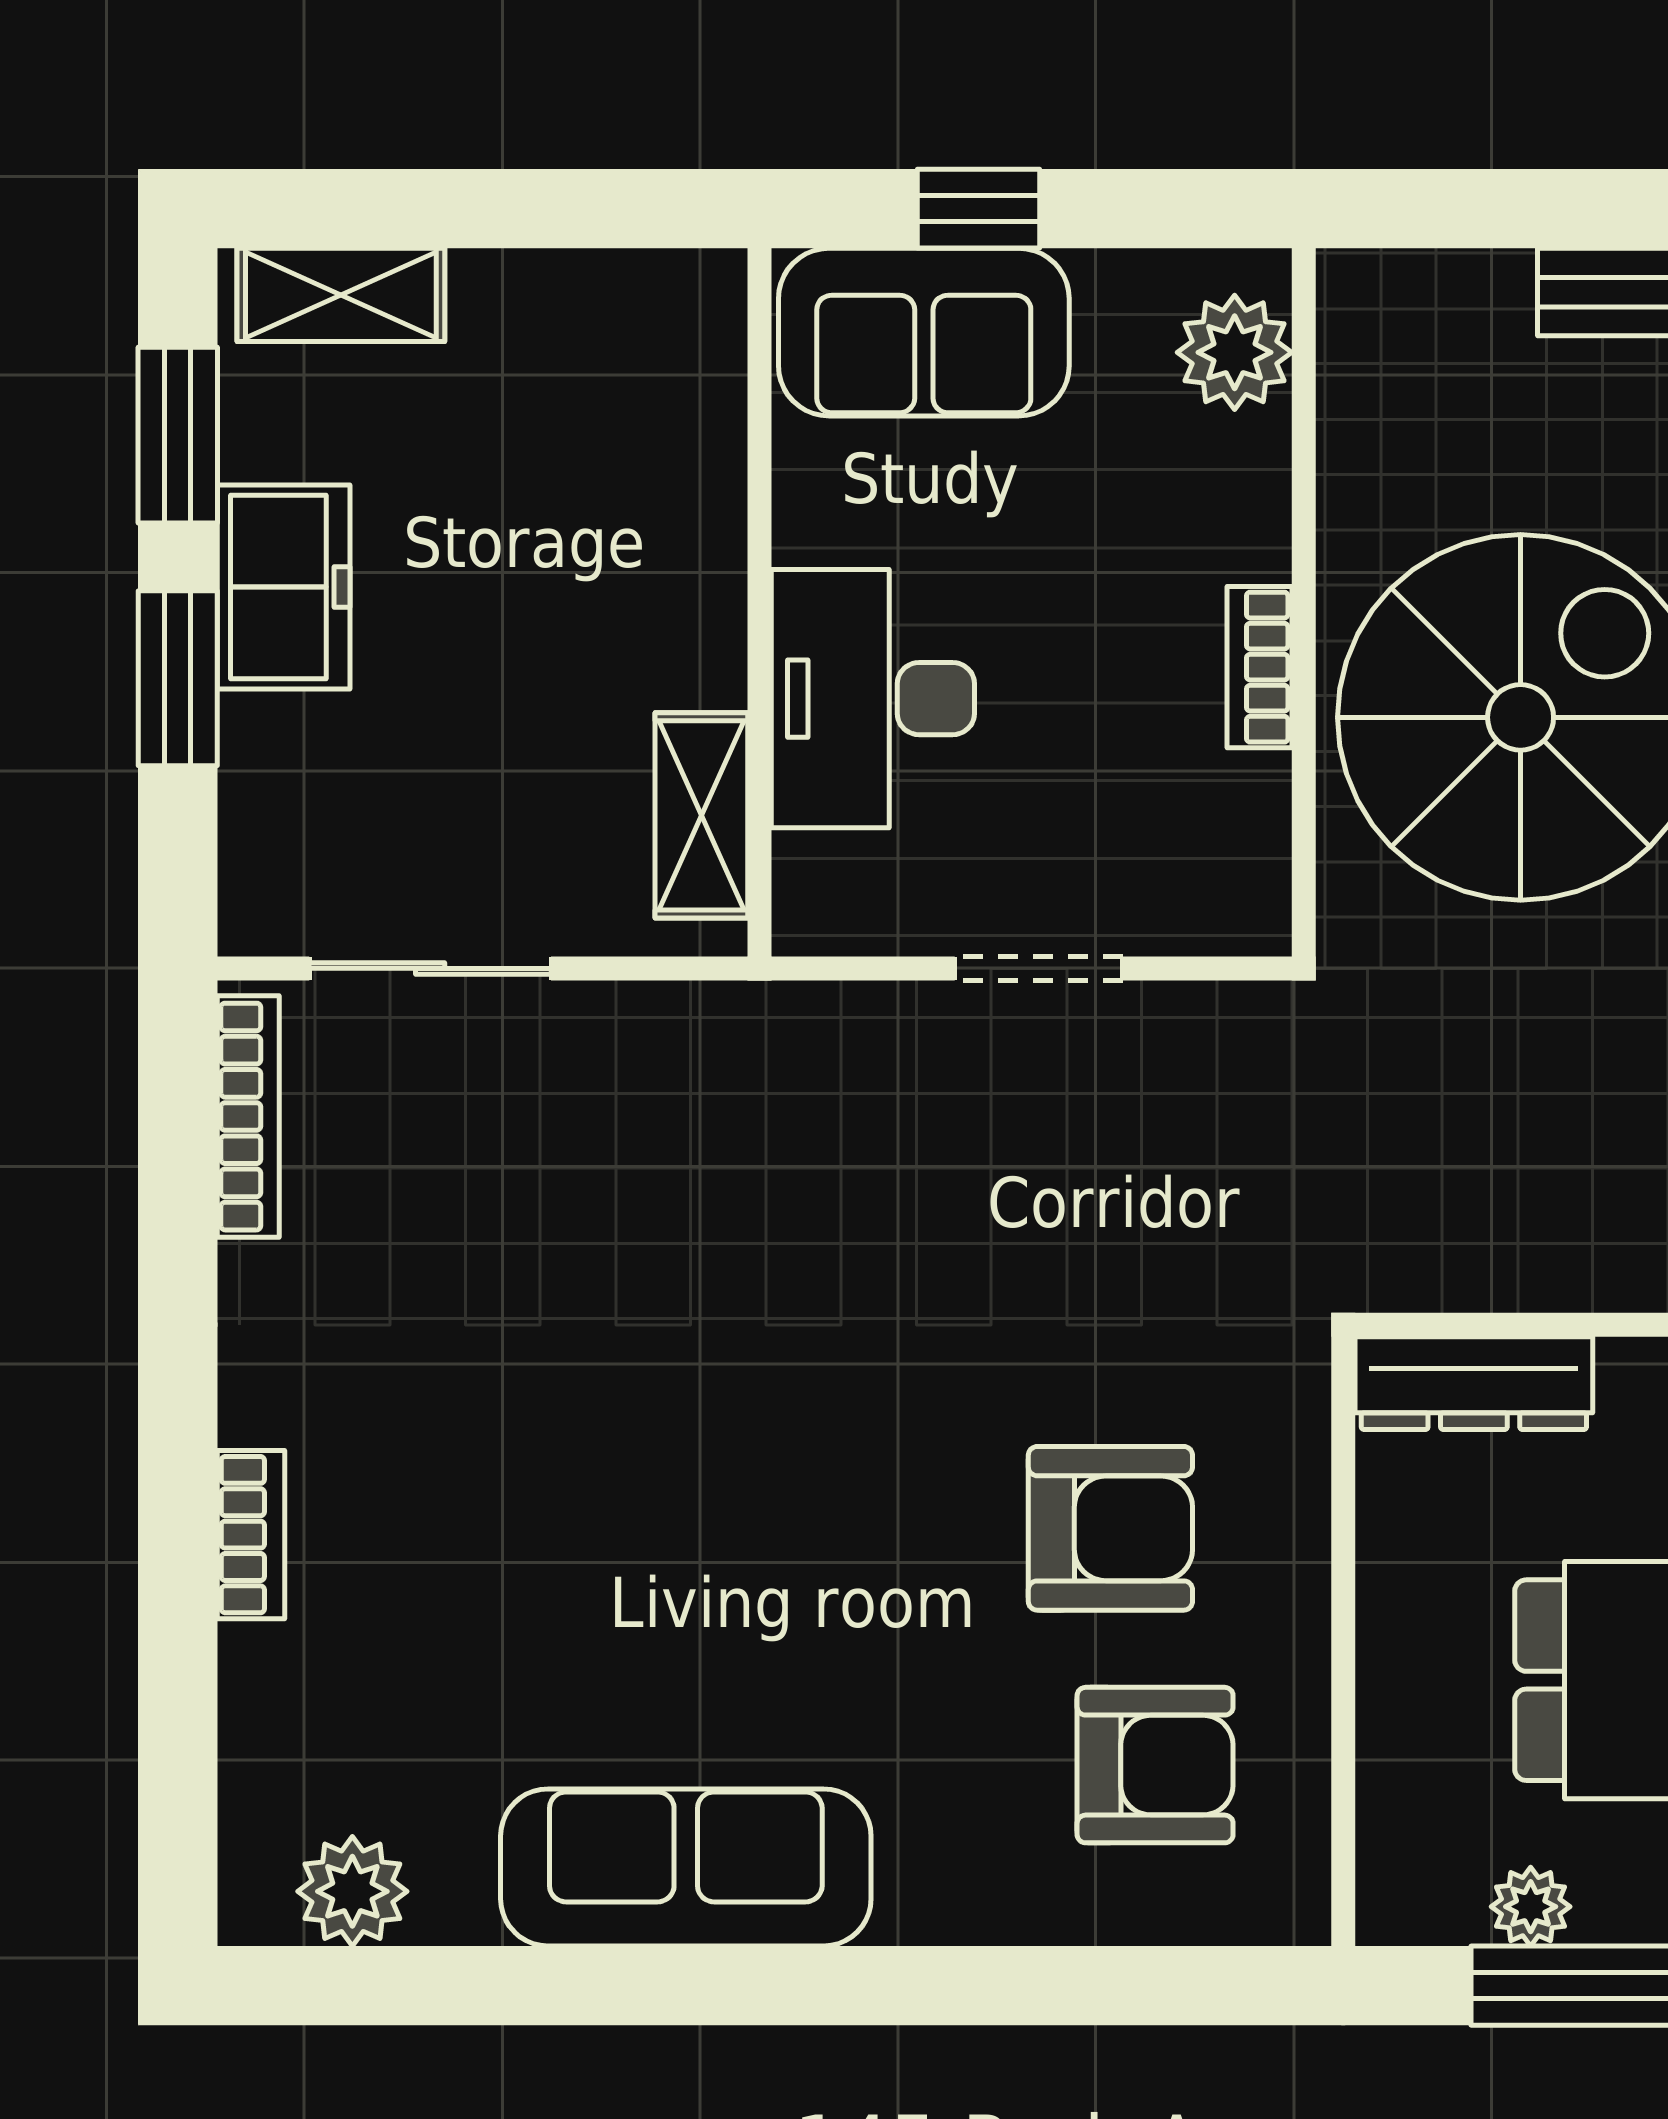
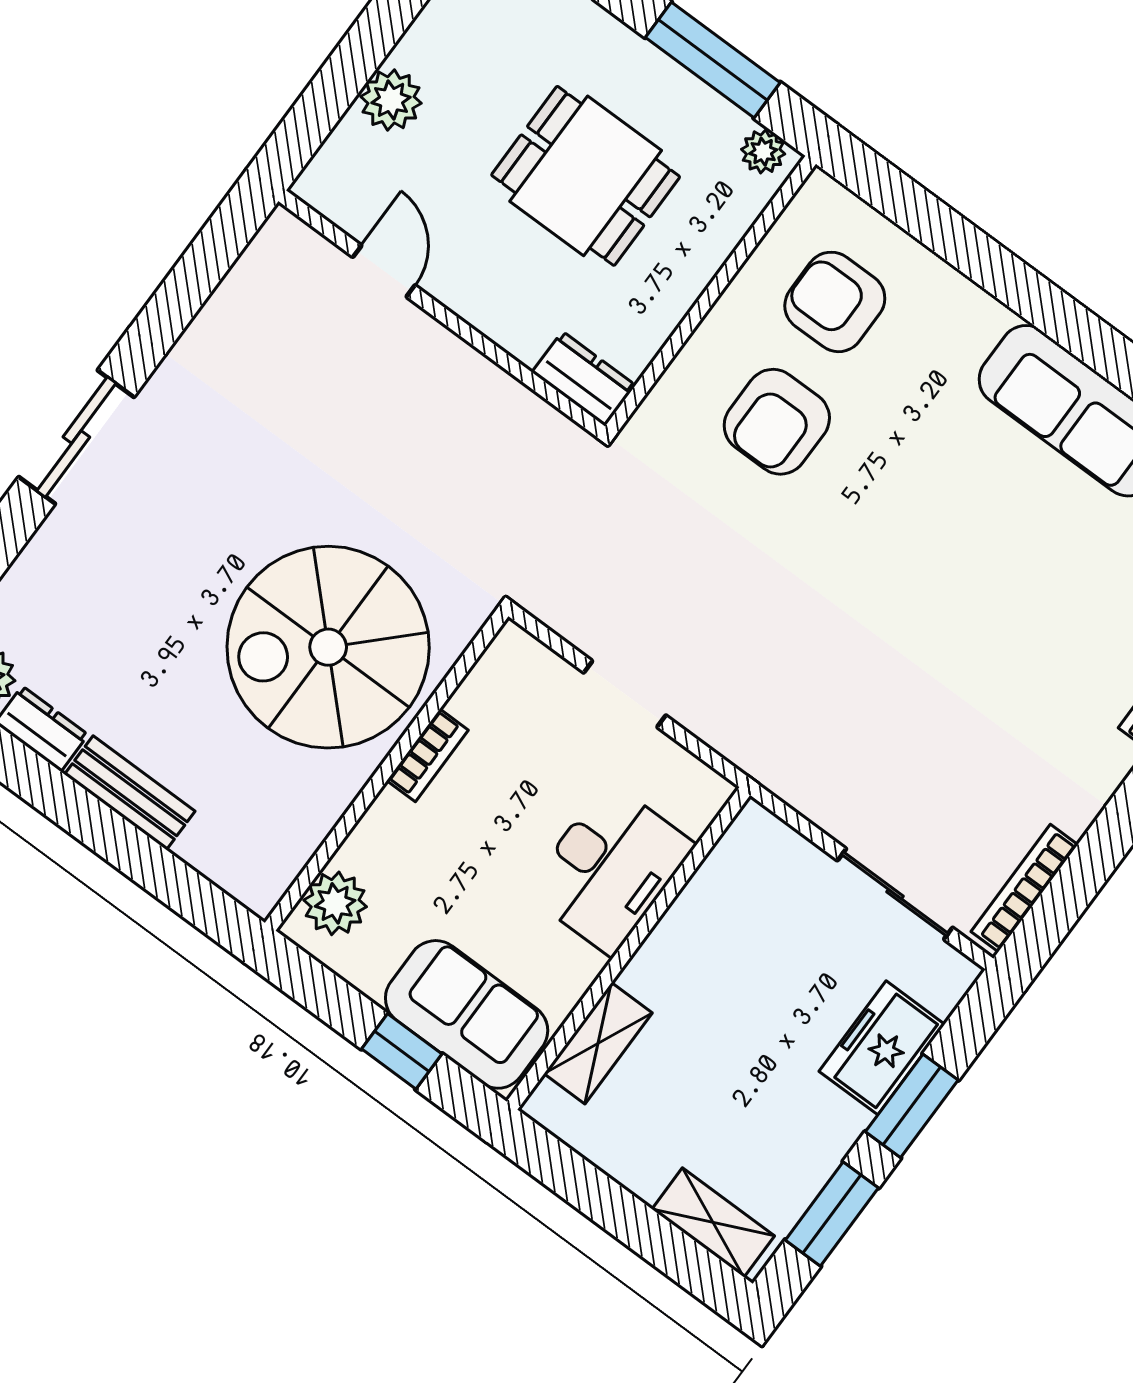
freezer: (284, 587) -> (882, 1048), moved
shelving: (701, 815) -> (598, 1043), moved
dresser: (1474, 1383) -> (584, 379), width x0.70
armchair: (1110, 1528) -> (777, 422), turned -90
plant: (1531, 1907) -> (763, 152), moved

